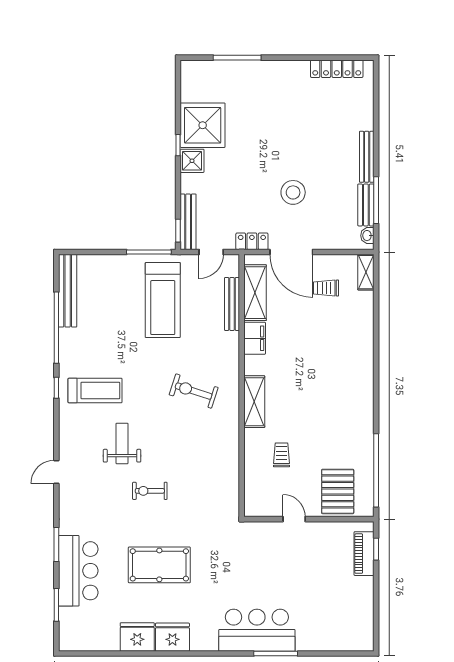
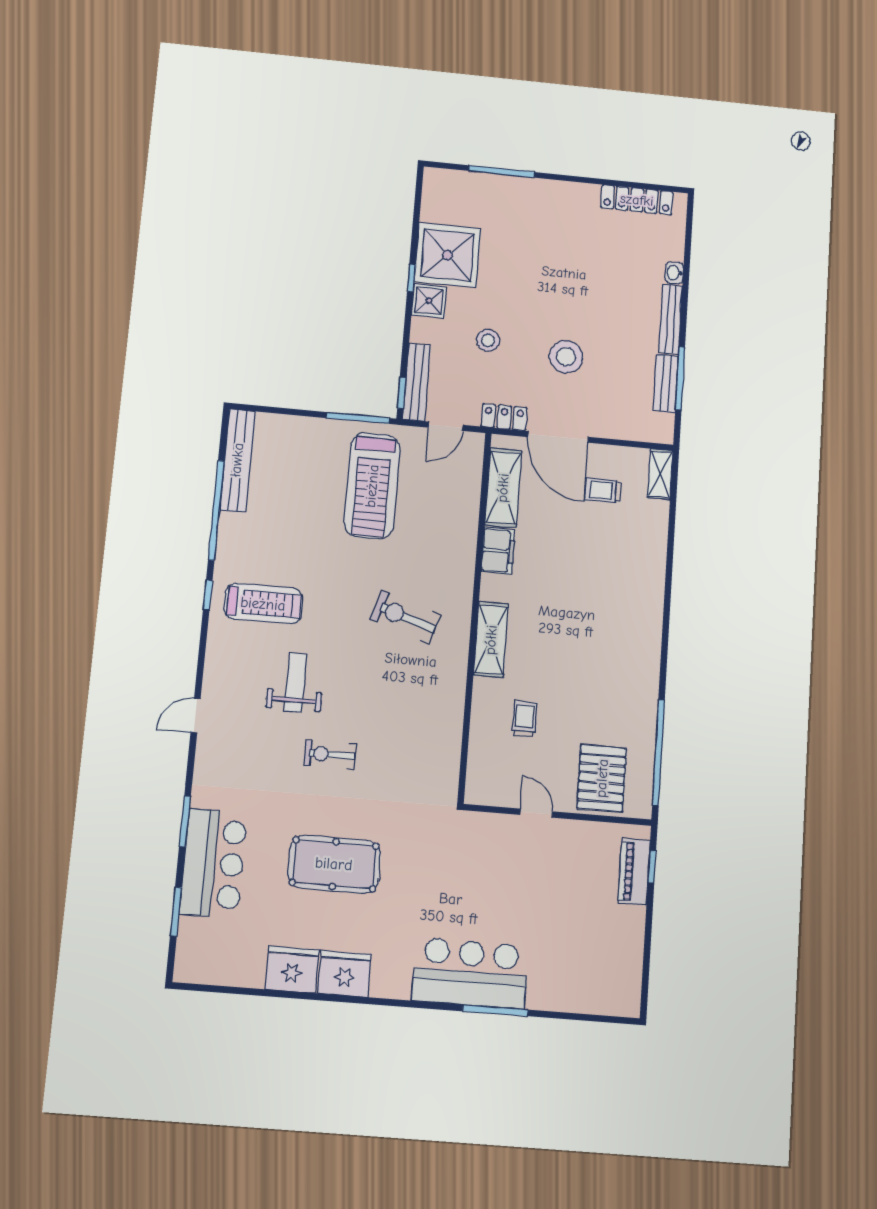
stool: (236, 186) -> (488, 340), added
washbasin: (367, 236) -> (674, 273), moved
bench: (232, 304) -> (470, 500), removed

